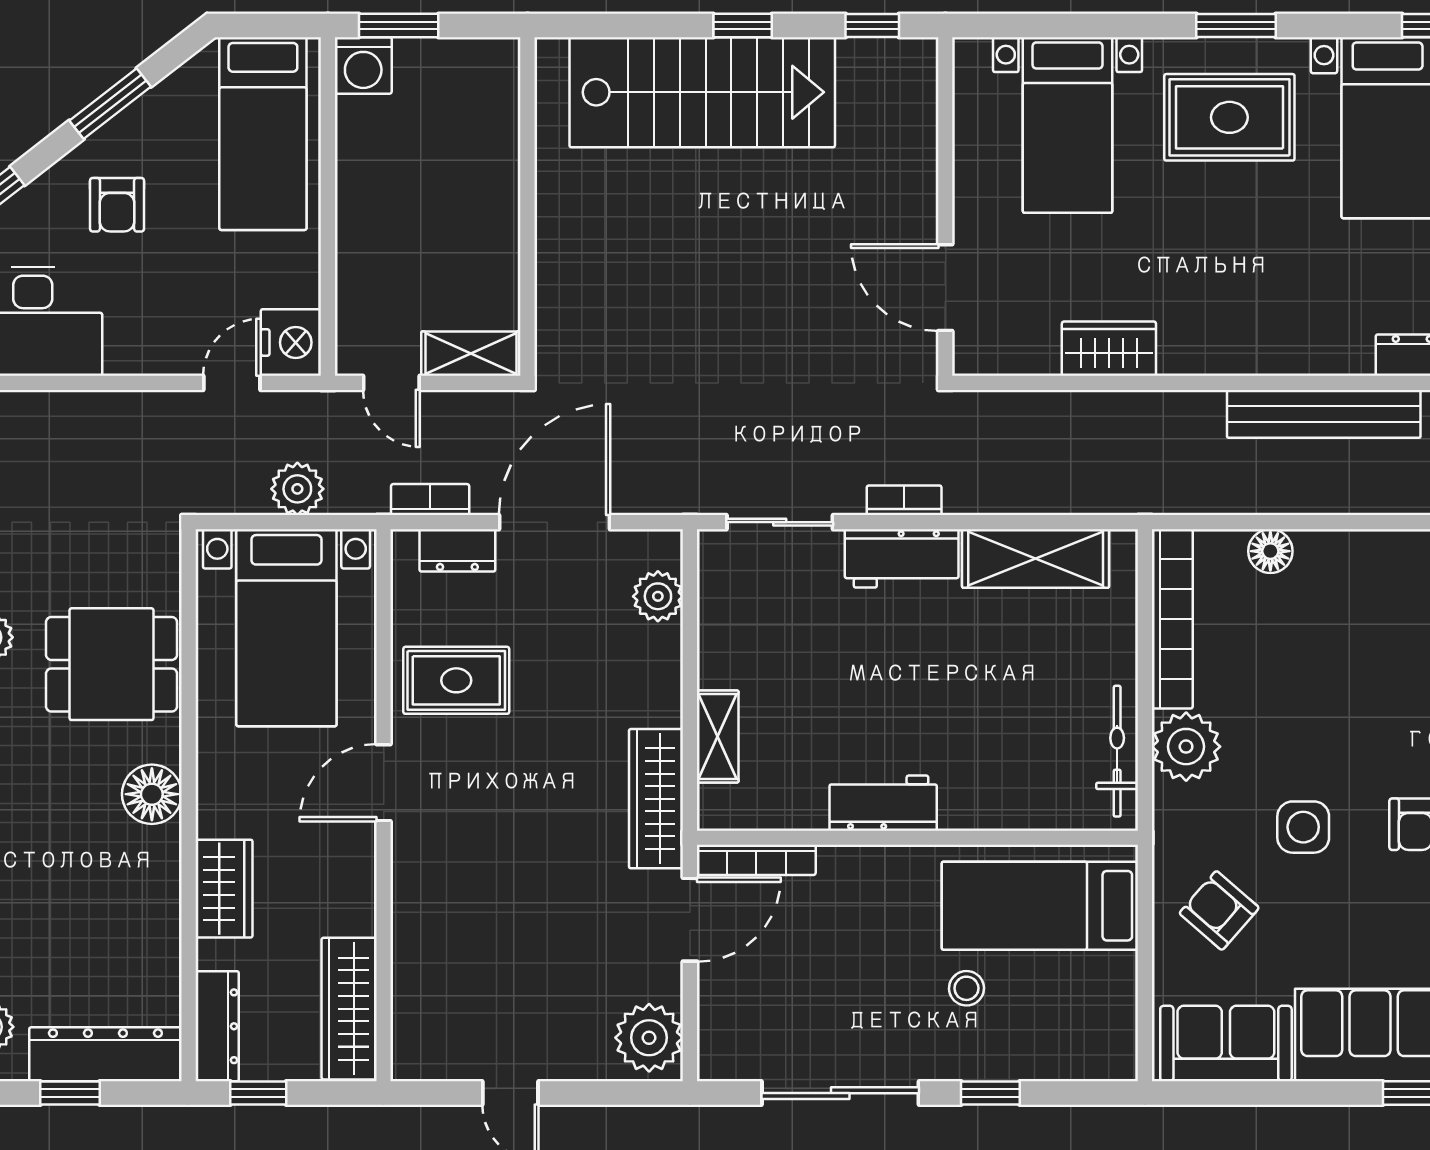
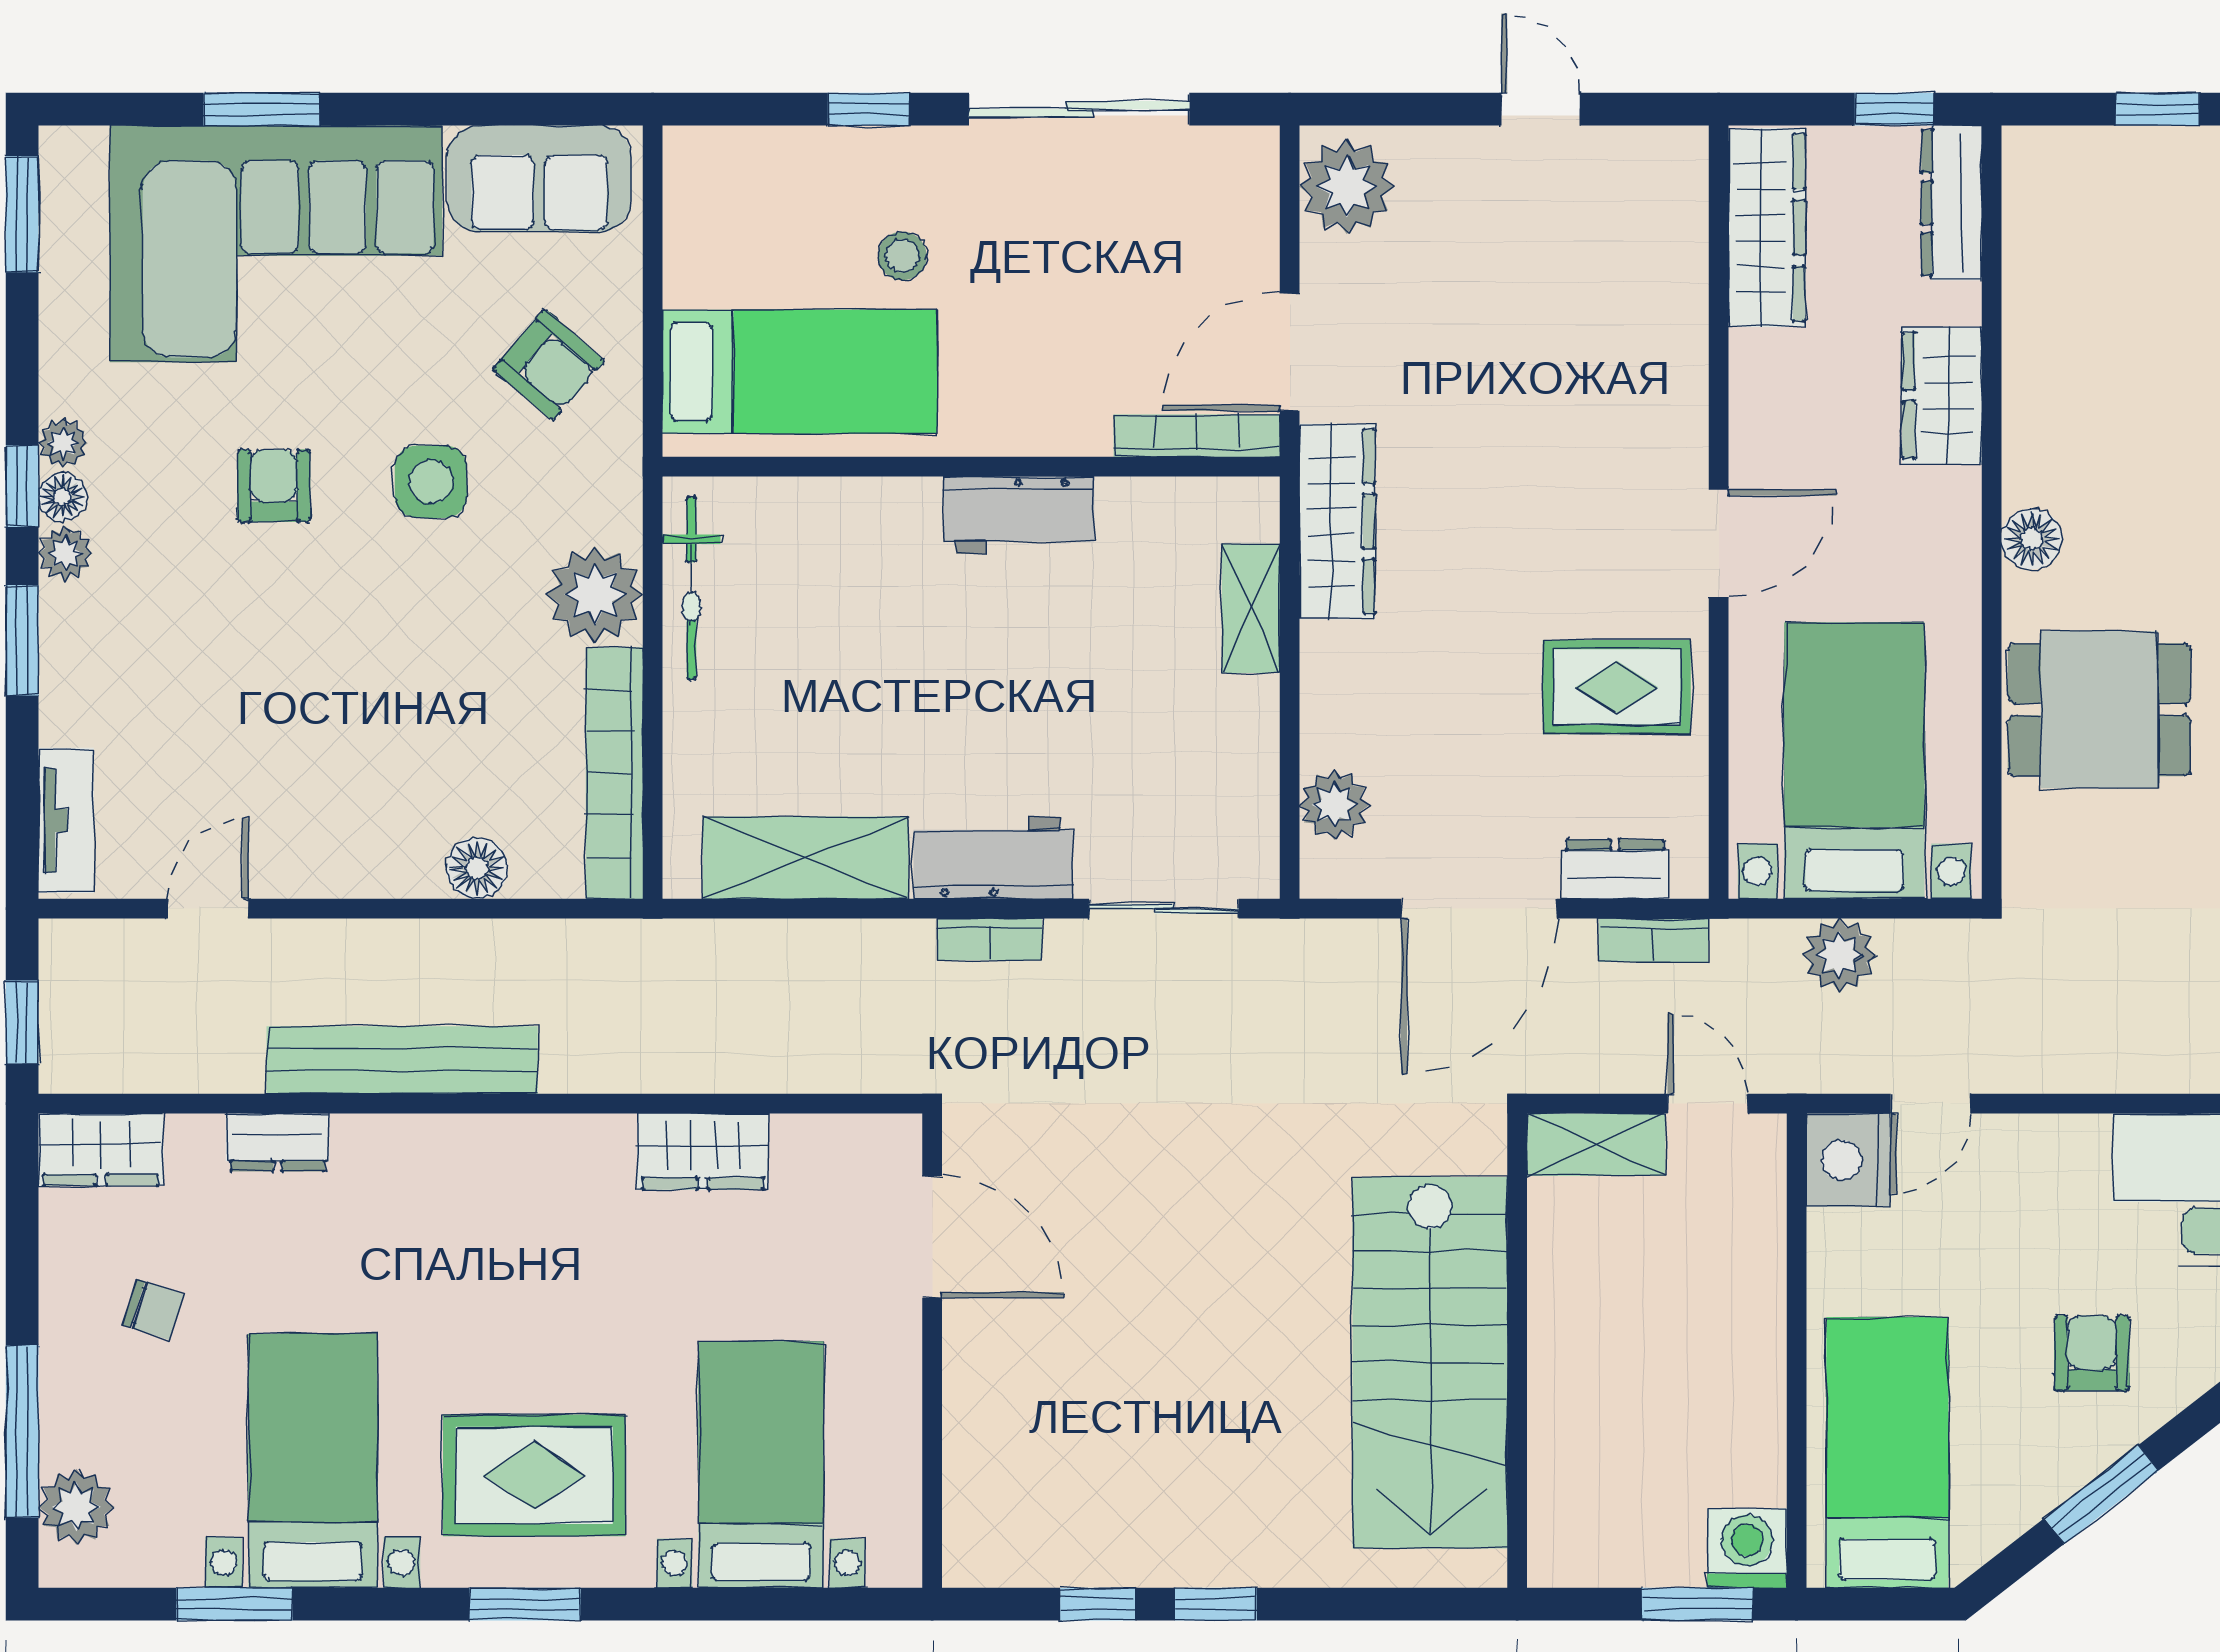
window: (872, 25) -> (1098, 1604), moved
stairs: (702, 92) -> (1430, 1363), moved, turned -90
floor lamp: (152, 794) -> (2032, 539), width x0.73, depth x0.73
dresser: (105, 1054) -> (2108, 163), removed

